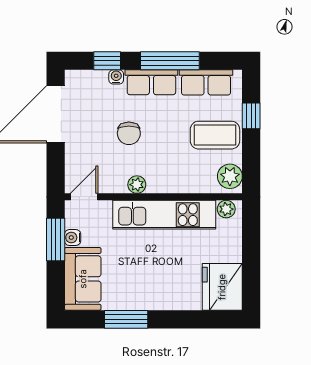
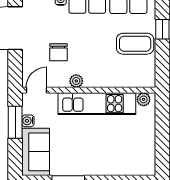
chair: (129, 133) -> (58, 52), moved
plant: (230, 176) -> (146, 75), removed
fridge: (222, 287) -> (141, 158), removed

